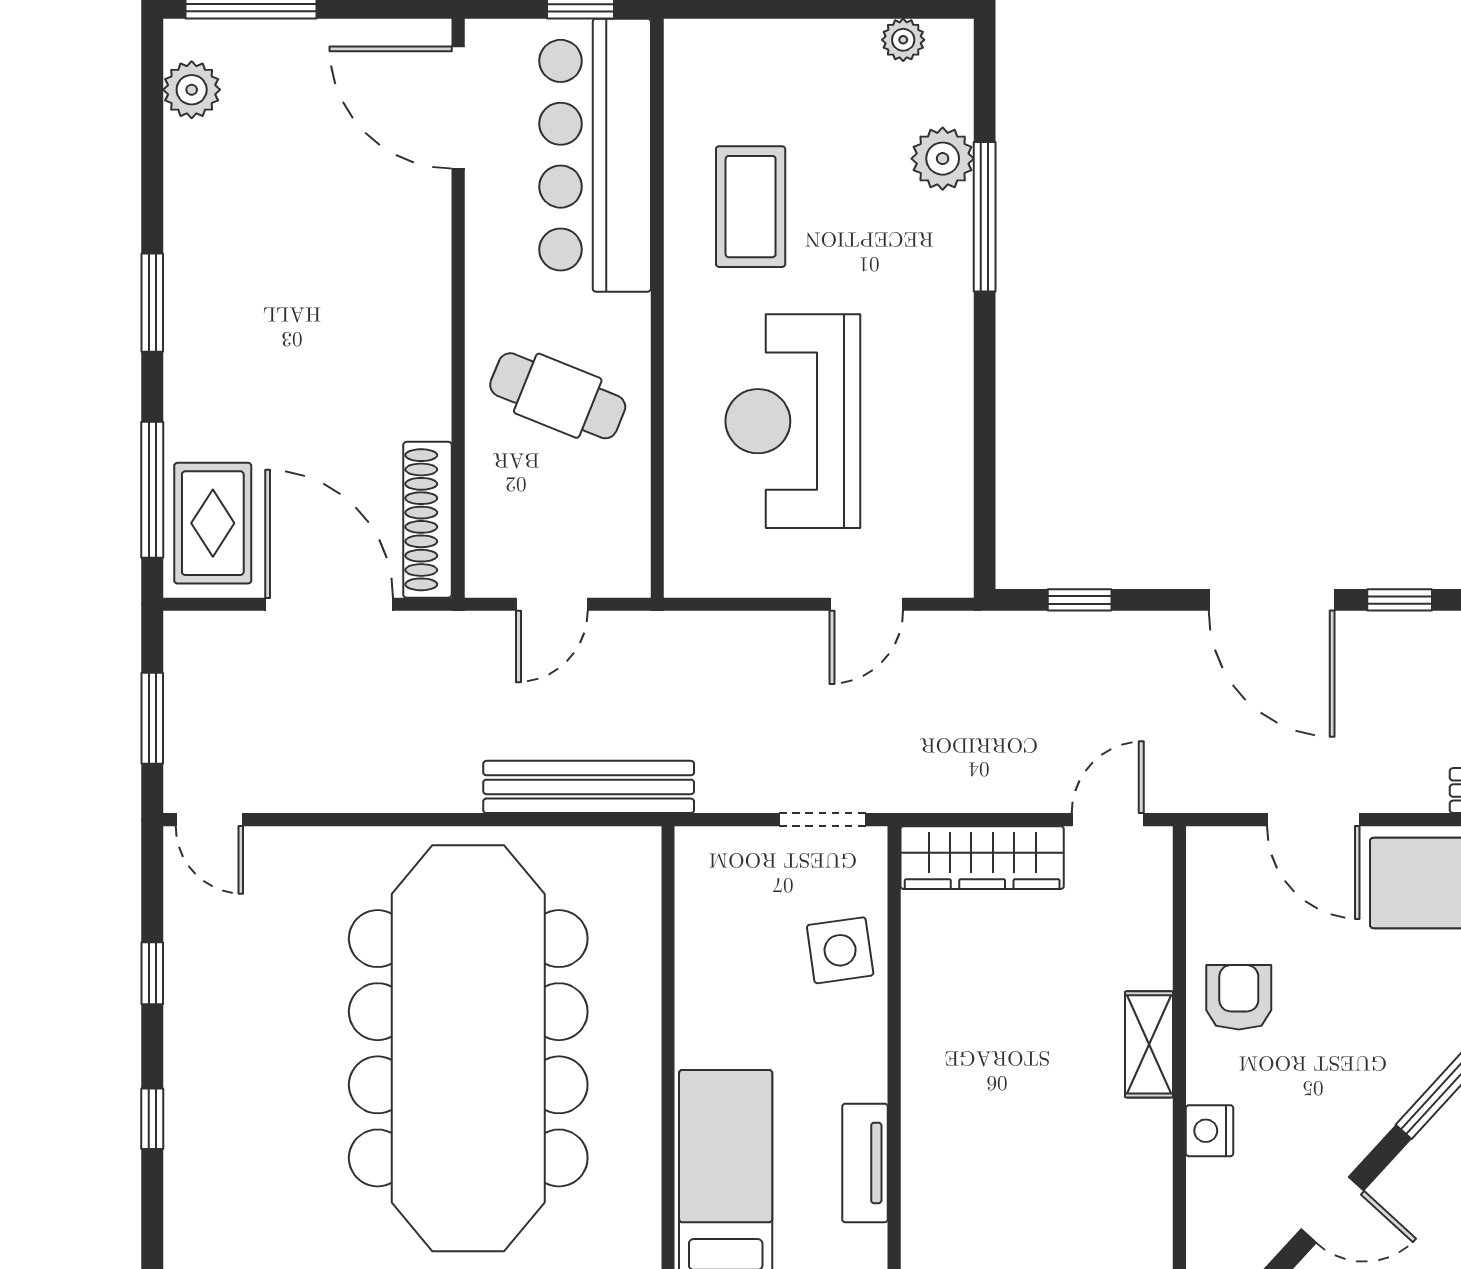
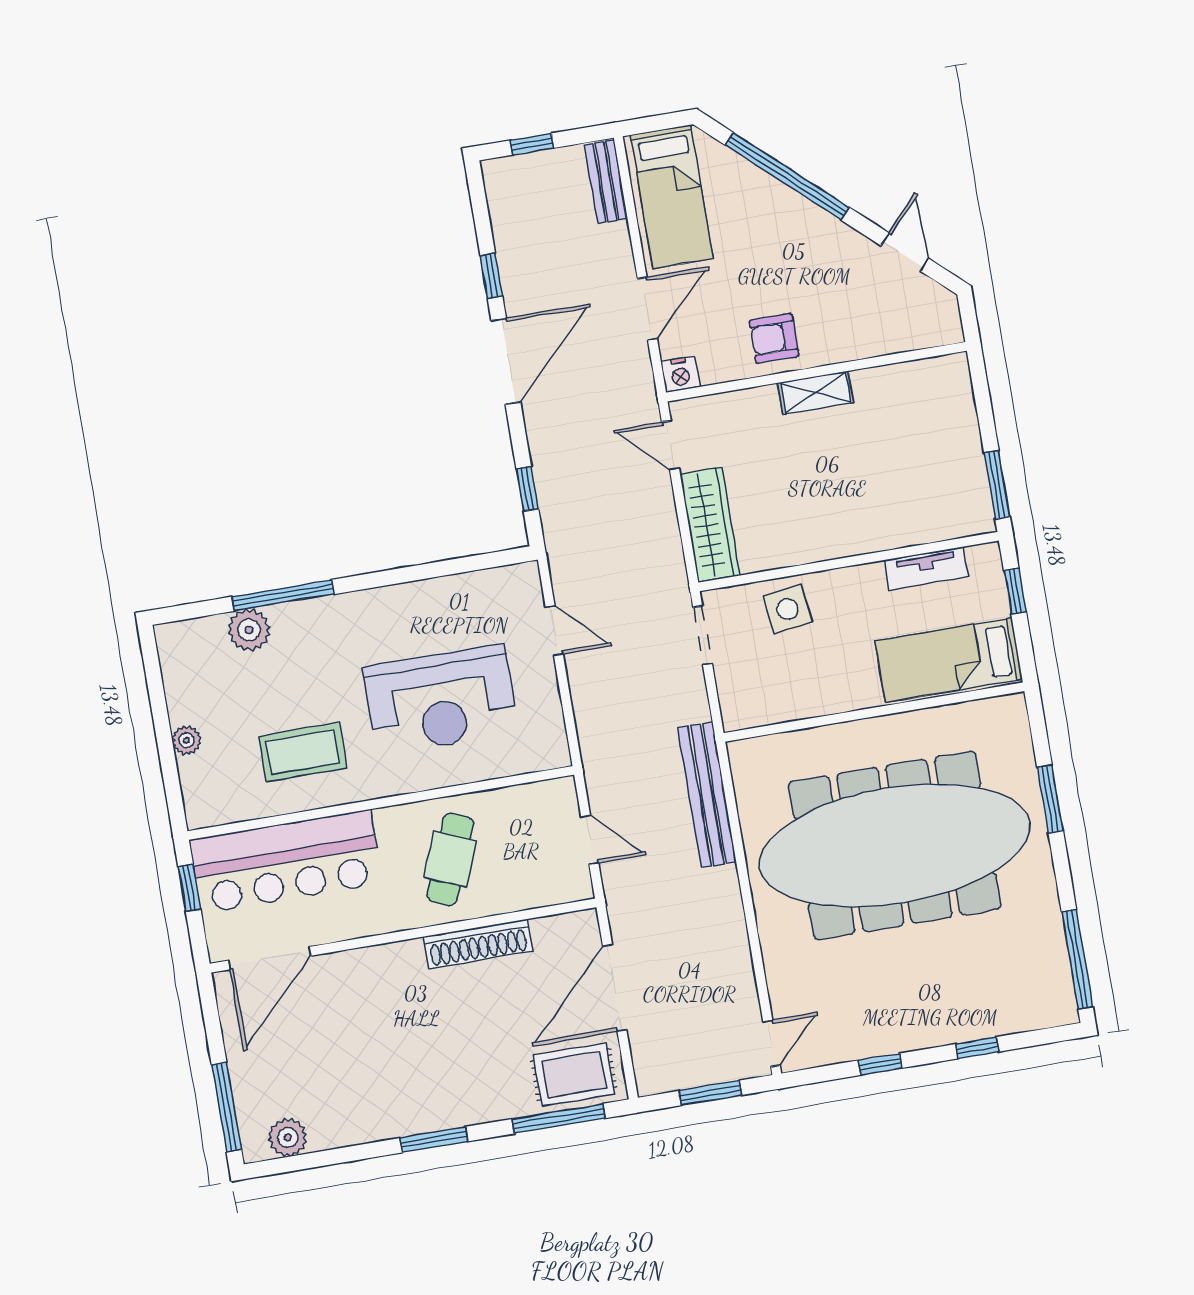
plant: (903, 40) -> (186, 740), moved
shoe rack: (427, 520) -> (478, 944), moved
nightstand: (1210, 1131) -> (680, 374), moved

